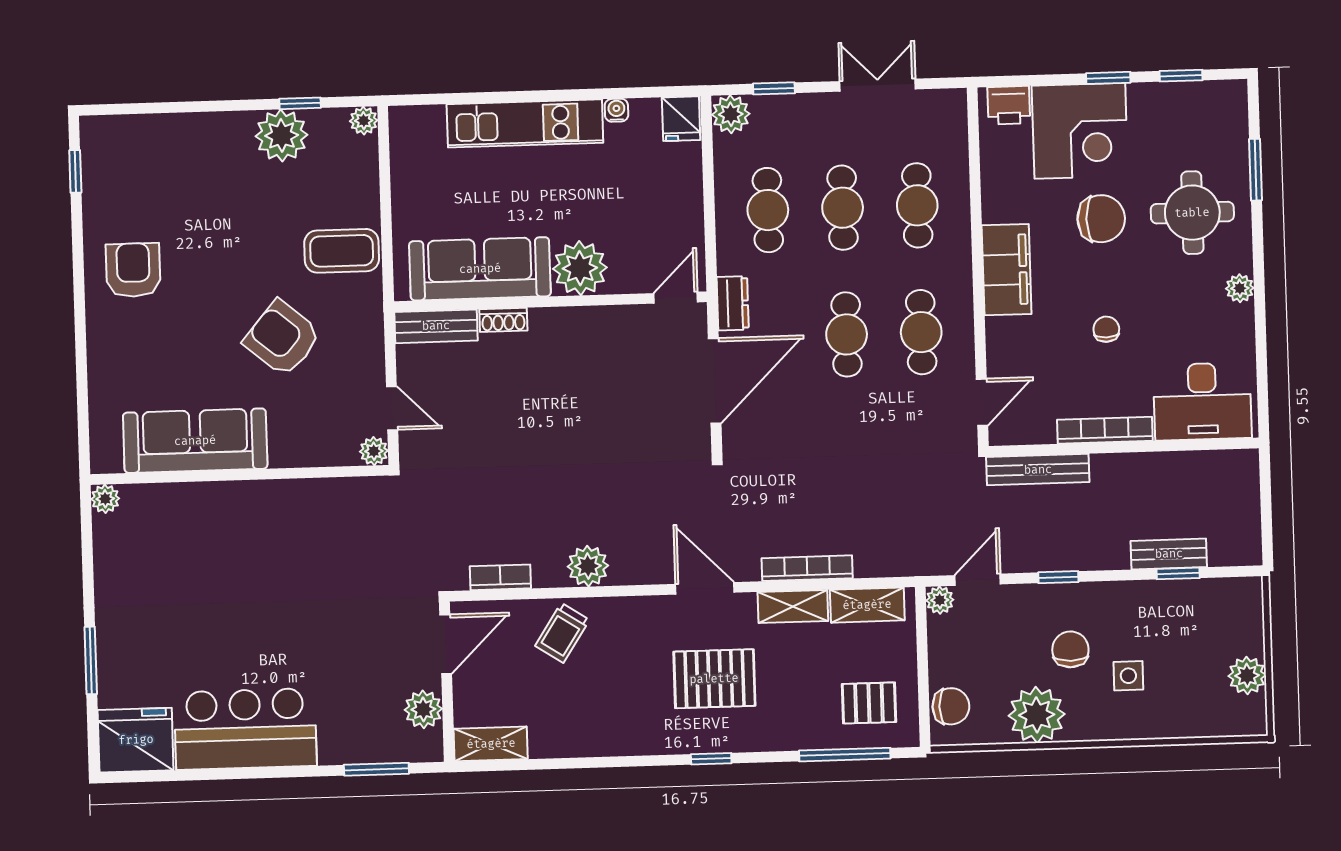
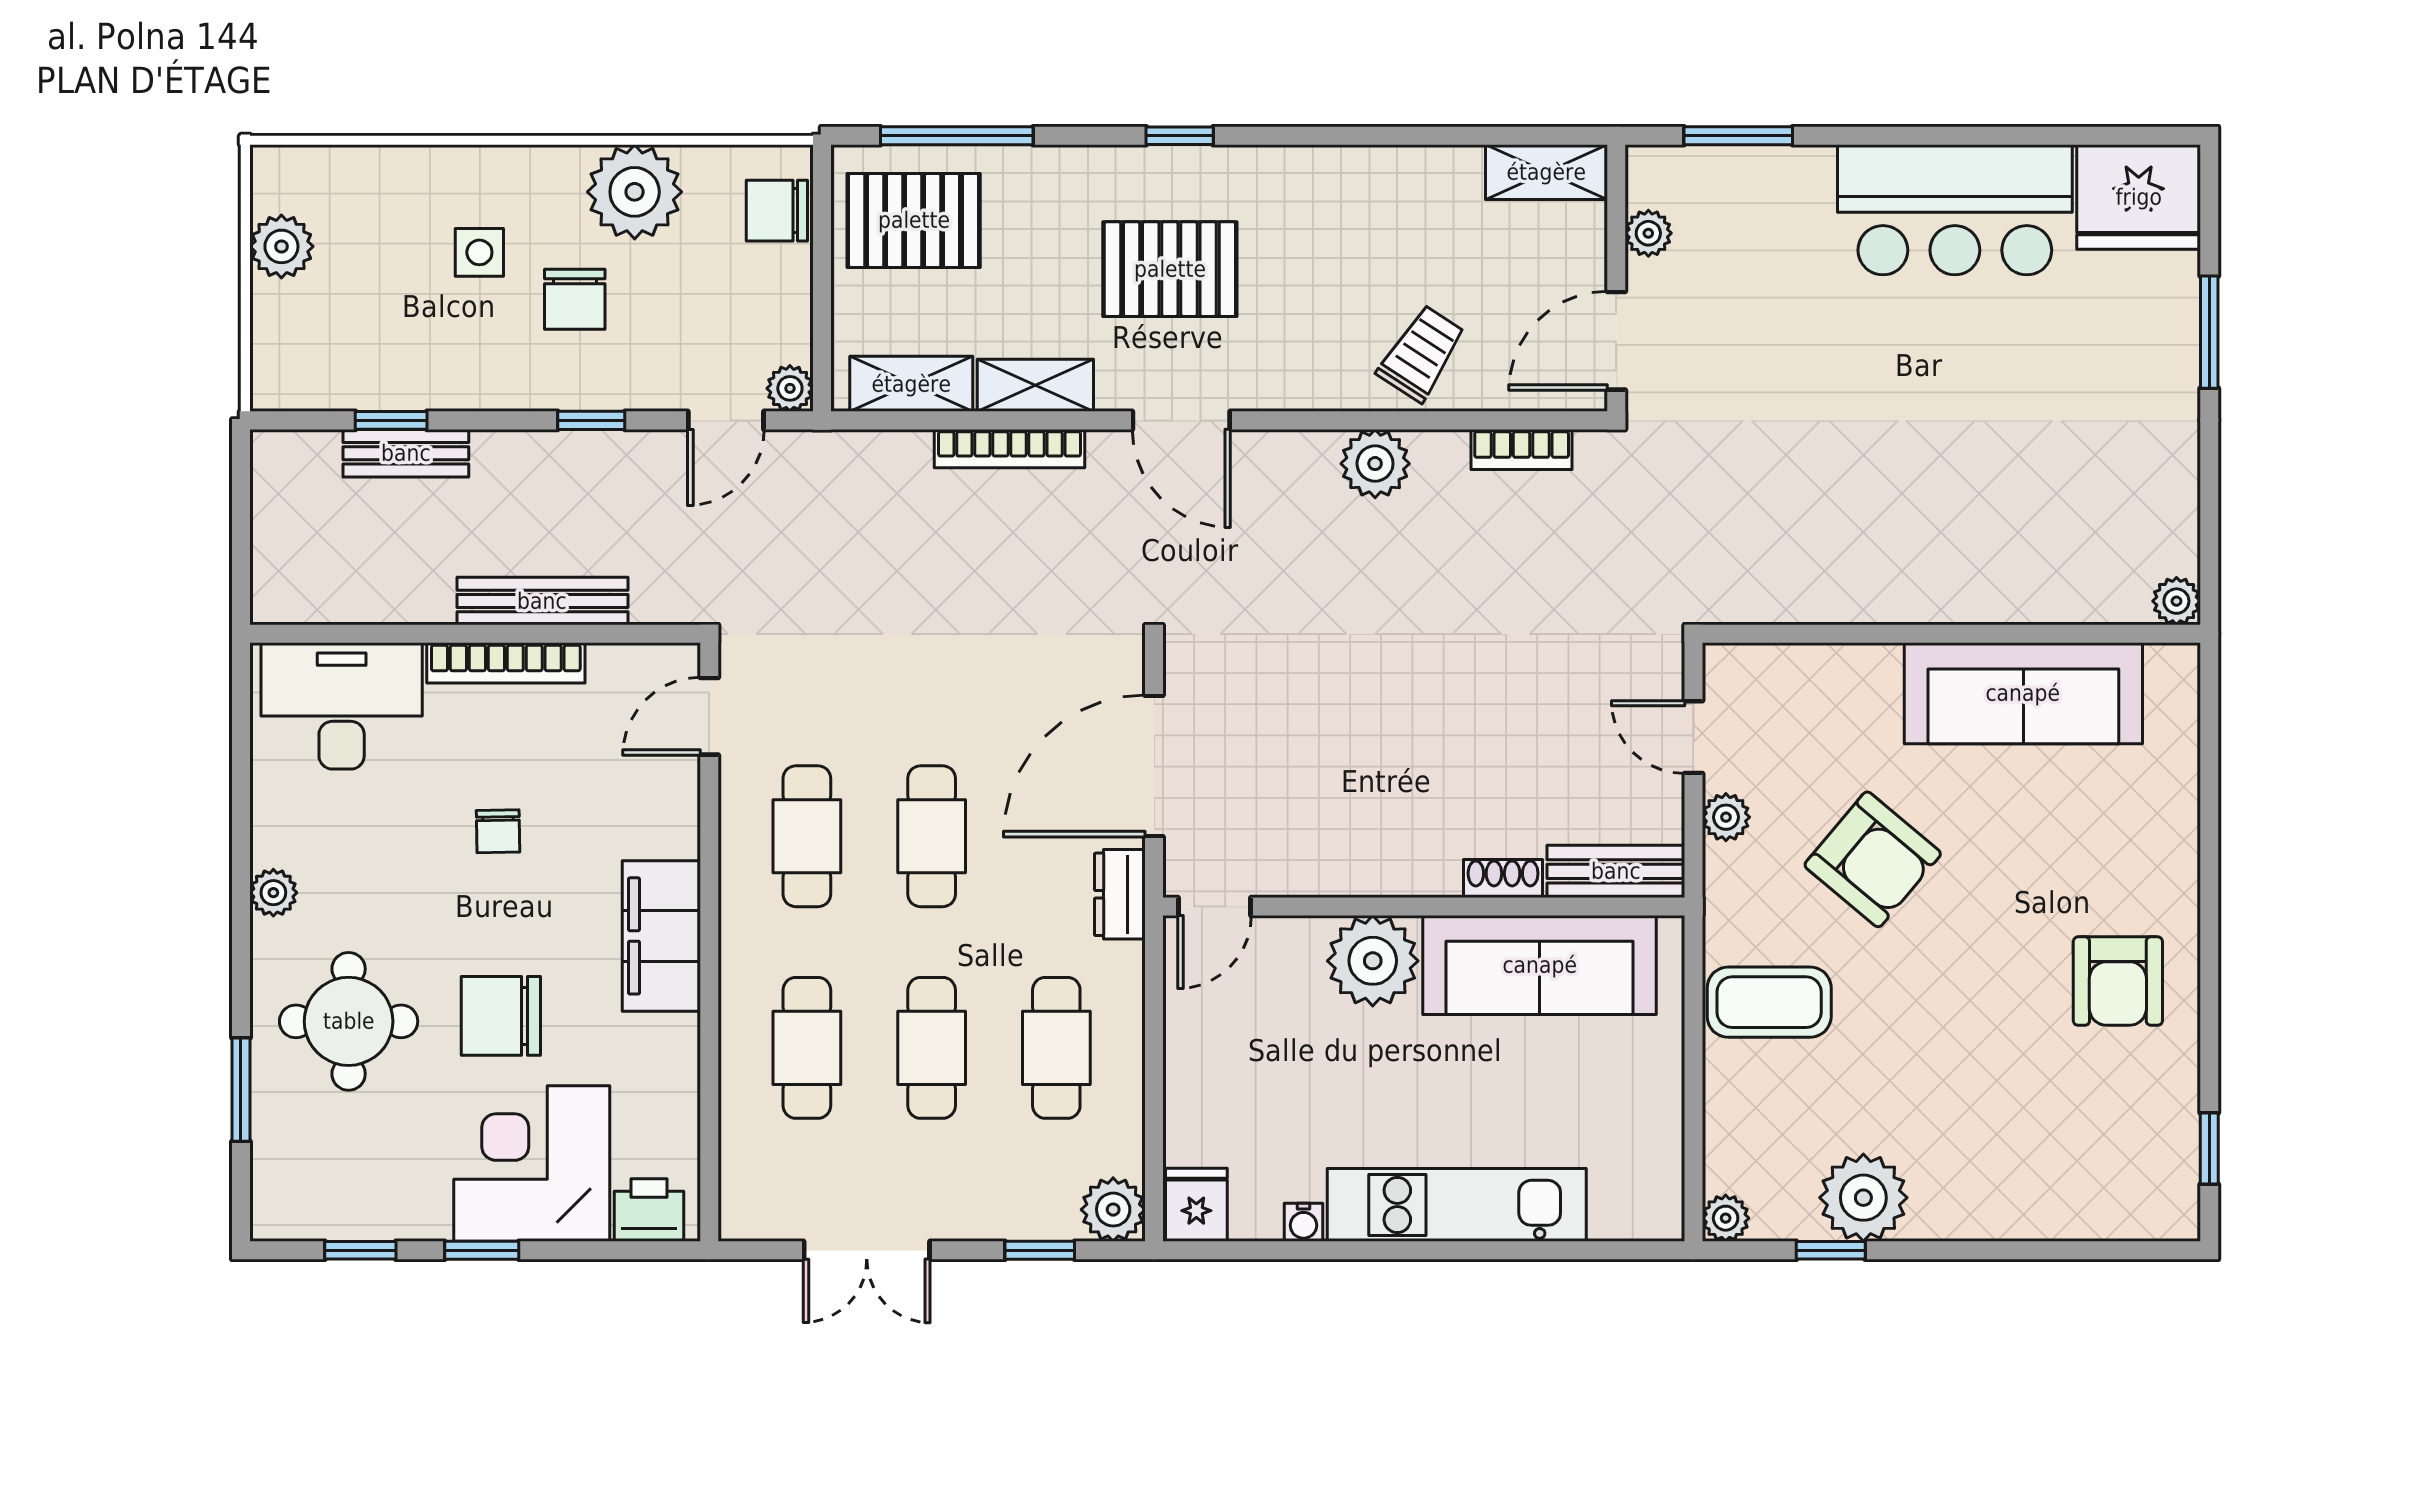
plant: (374, 451) -> (1726, 817), moved
bench: (1038, 470) -> (542, 601), moved
pallet: (869, 703) -> (914, 220), width x1.50, depth x1.42
plant: (423, 709) -> (1648, 233), width x0.73, depth x0.73

